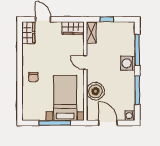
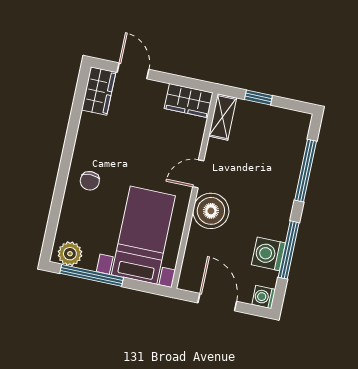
door: (85, 63) -> (198, 174), hinge flipped
washing machine: (128, 63) -> (268, 254), moved
boiler: (95, 91) -> (211, 211), moved
plant: (31, 115) -> (70, 254), added
window: (55, 123) -> (92, 275), moved

